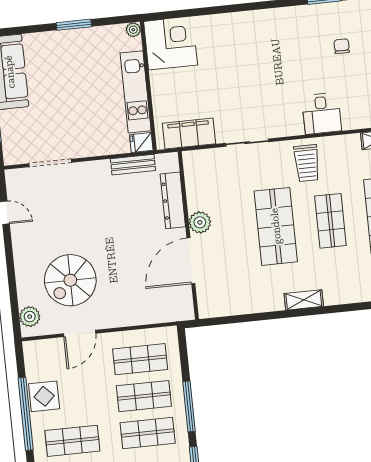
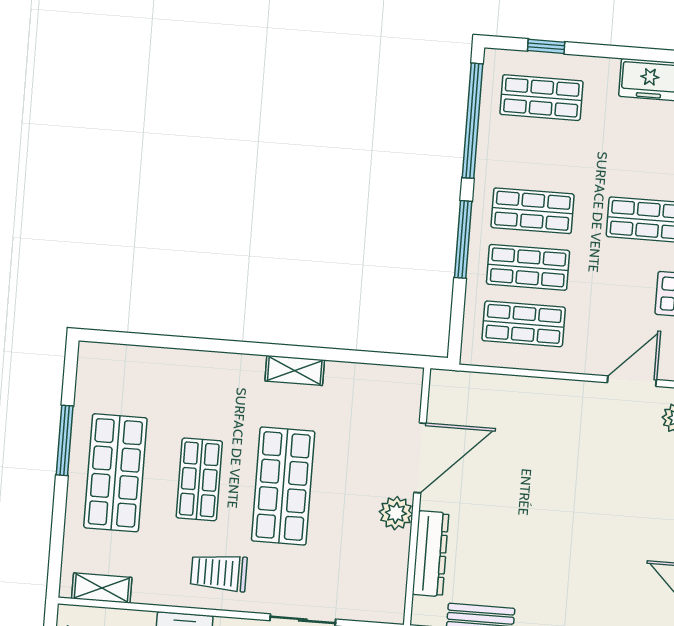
trolley: (307, 163) -> (219, 573), turned -90
spiral stairs: (70, 280) -> (607, 462), removed
shelving: (304, 300) -> (295, 370), moved
door: (80, 333) -> (632, 381), moved

